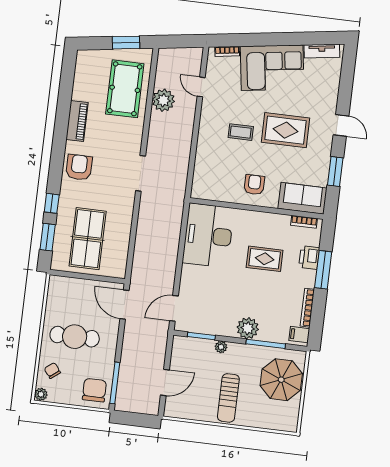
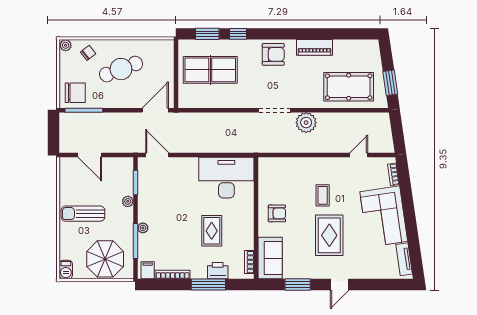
plant: (163, 100) -> (306, 123), moved
plant: (248, 328) -> (143, 228), width x0.53, depth x0.53
cafe table: (75, 337) -> (121, 69), turned 69
barbecue: (288, 424) -> (66, 270), added

